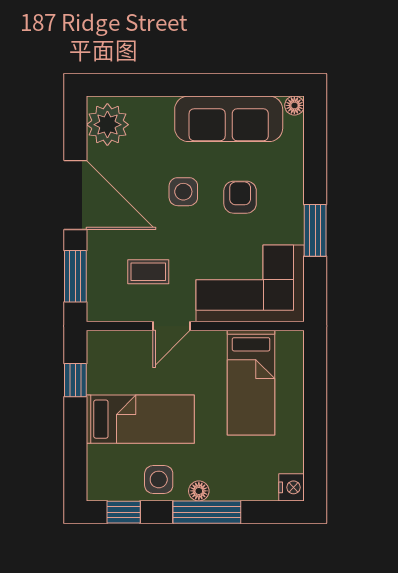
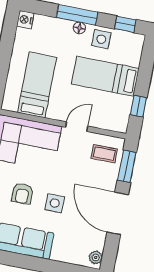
plant: (107, 125) -> (96, 257), width x0.53, depth x0.53
coffee table: (148, 272) -> (104, 154), moved

